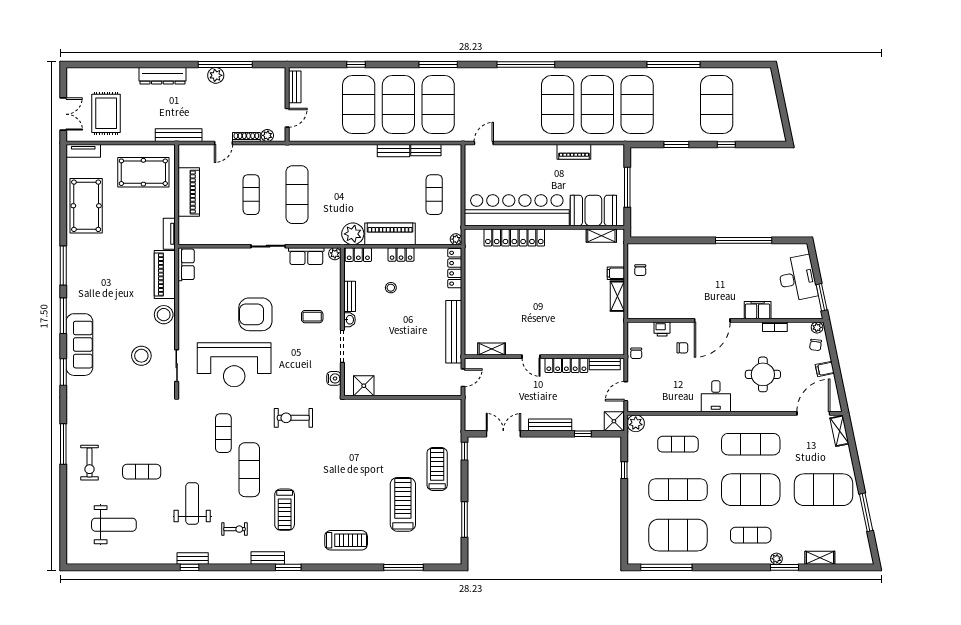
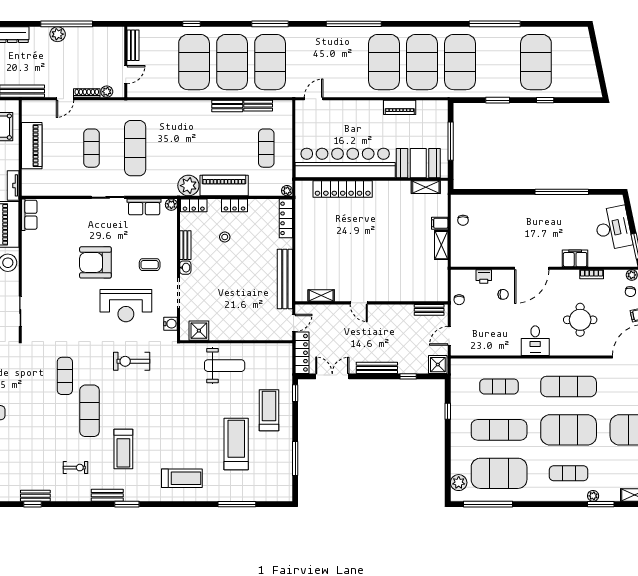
reception desk: (234, 365) -> (126, 306), moved, width x0.74, depth x0.77
locker: (566, 365) -> (302, 353), moved, turned -90
plant: (636, 423) -> (459, 483), moved
weight bench: (192, 503) -> (225, 366), moved, turned 90

